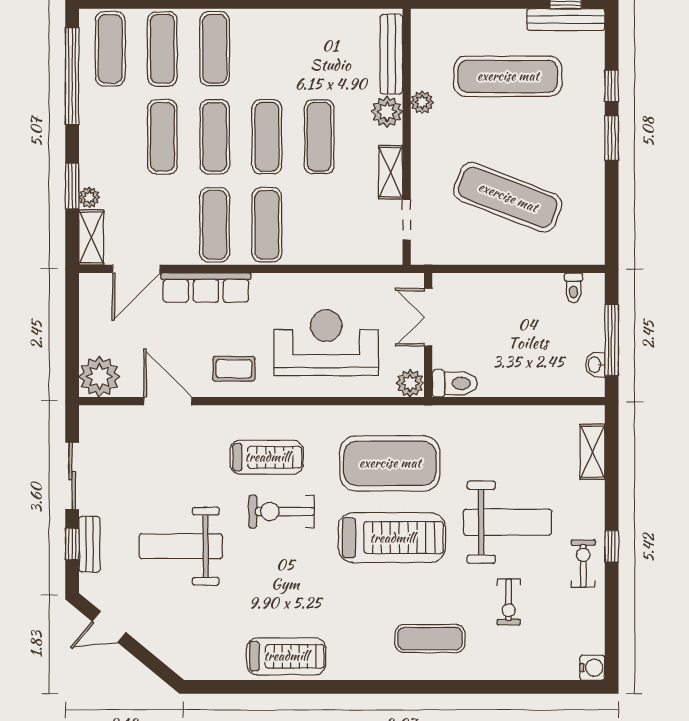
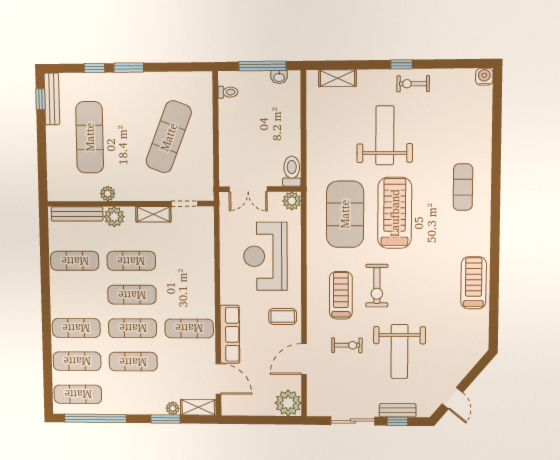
exercise mat: (267, 225) -> (75, 261), moved
coffee table: (234, 369) -> (283, 316), turned 90
exercise bike: (509, 602) -> (347, 345), moved

